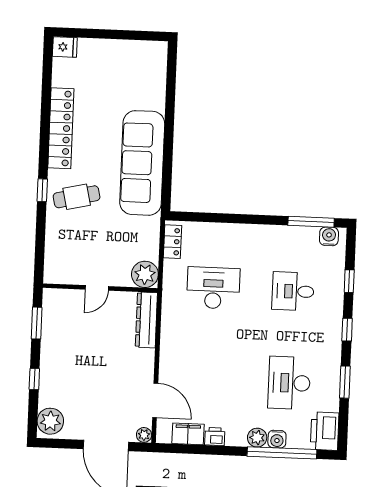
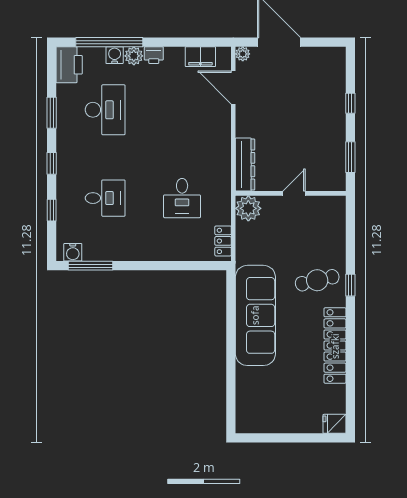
desk: (213, 288) -> (182, 198), width x0.73
plant: (50, 421) -> (333, 63), removed
printer: (215, 437) -> (154, 55), moved

